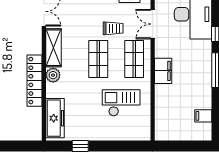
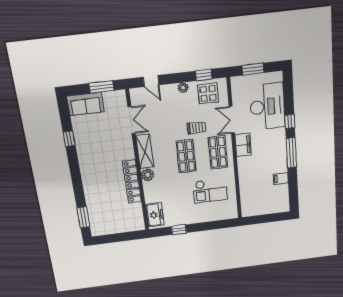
filing cabinet: (163, 71) -> (243, 145), moved
checkout: (121, 103) -> (210, 191), turned 180
filing cabinet: (203, 116) -> (281, 179), moved
freezer: (55, 118) -> (155, 215), width x0.71

